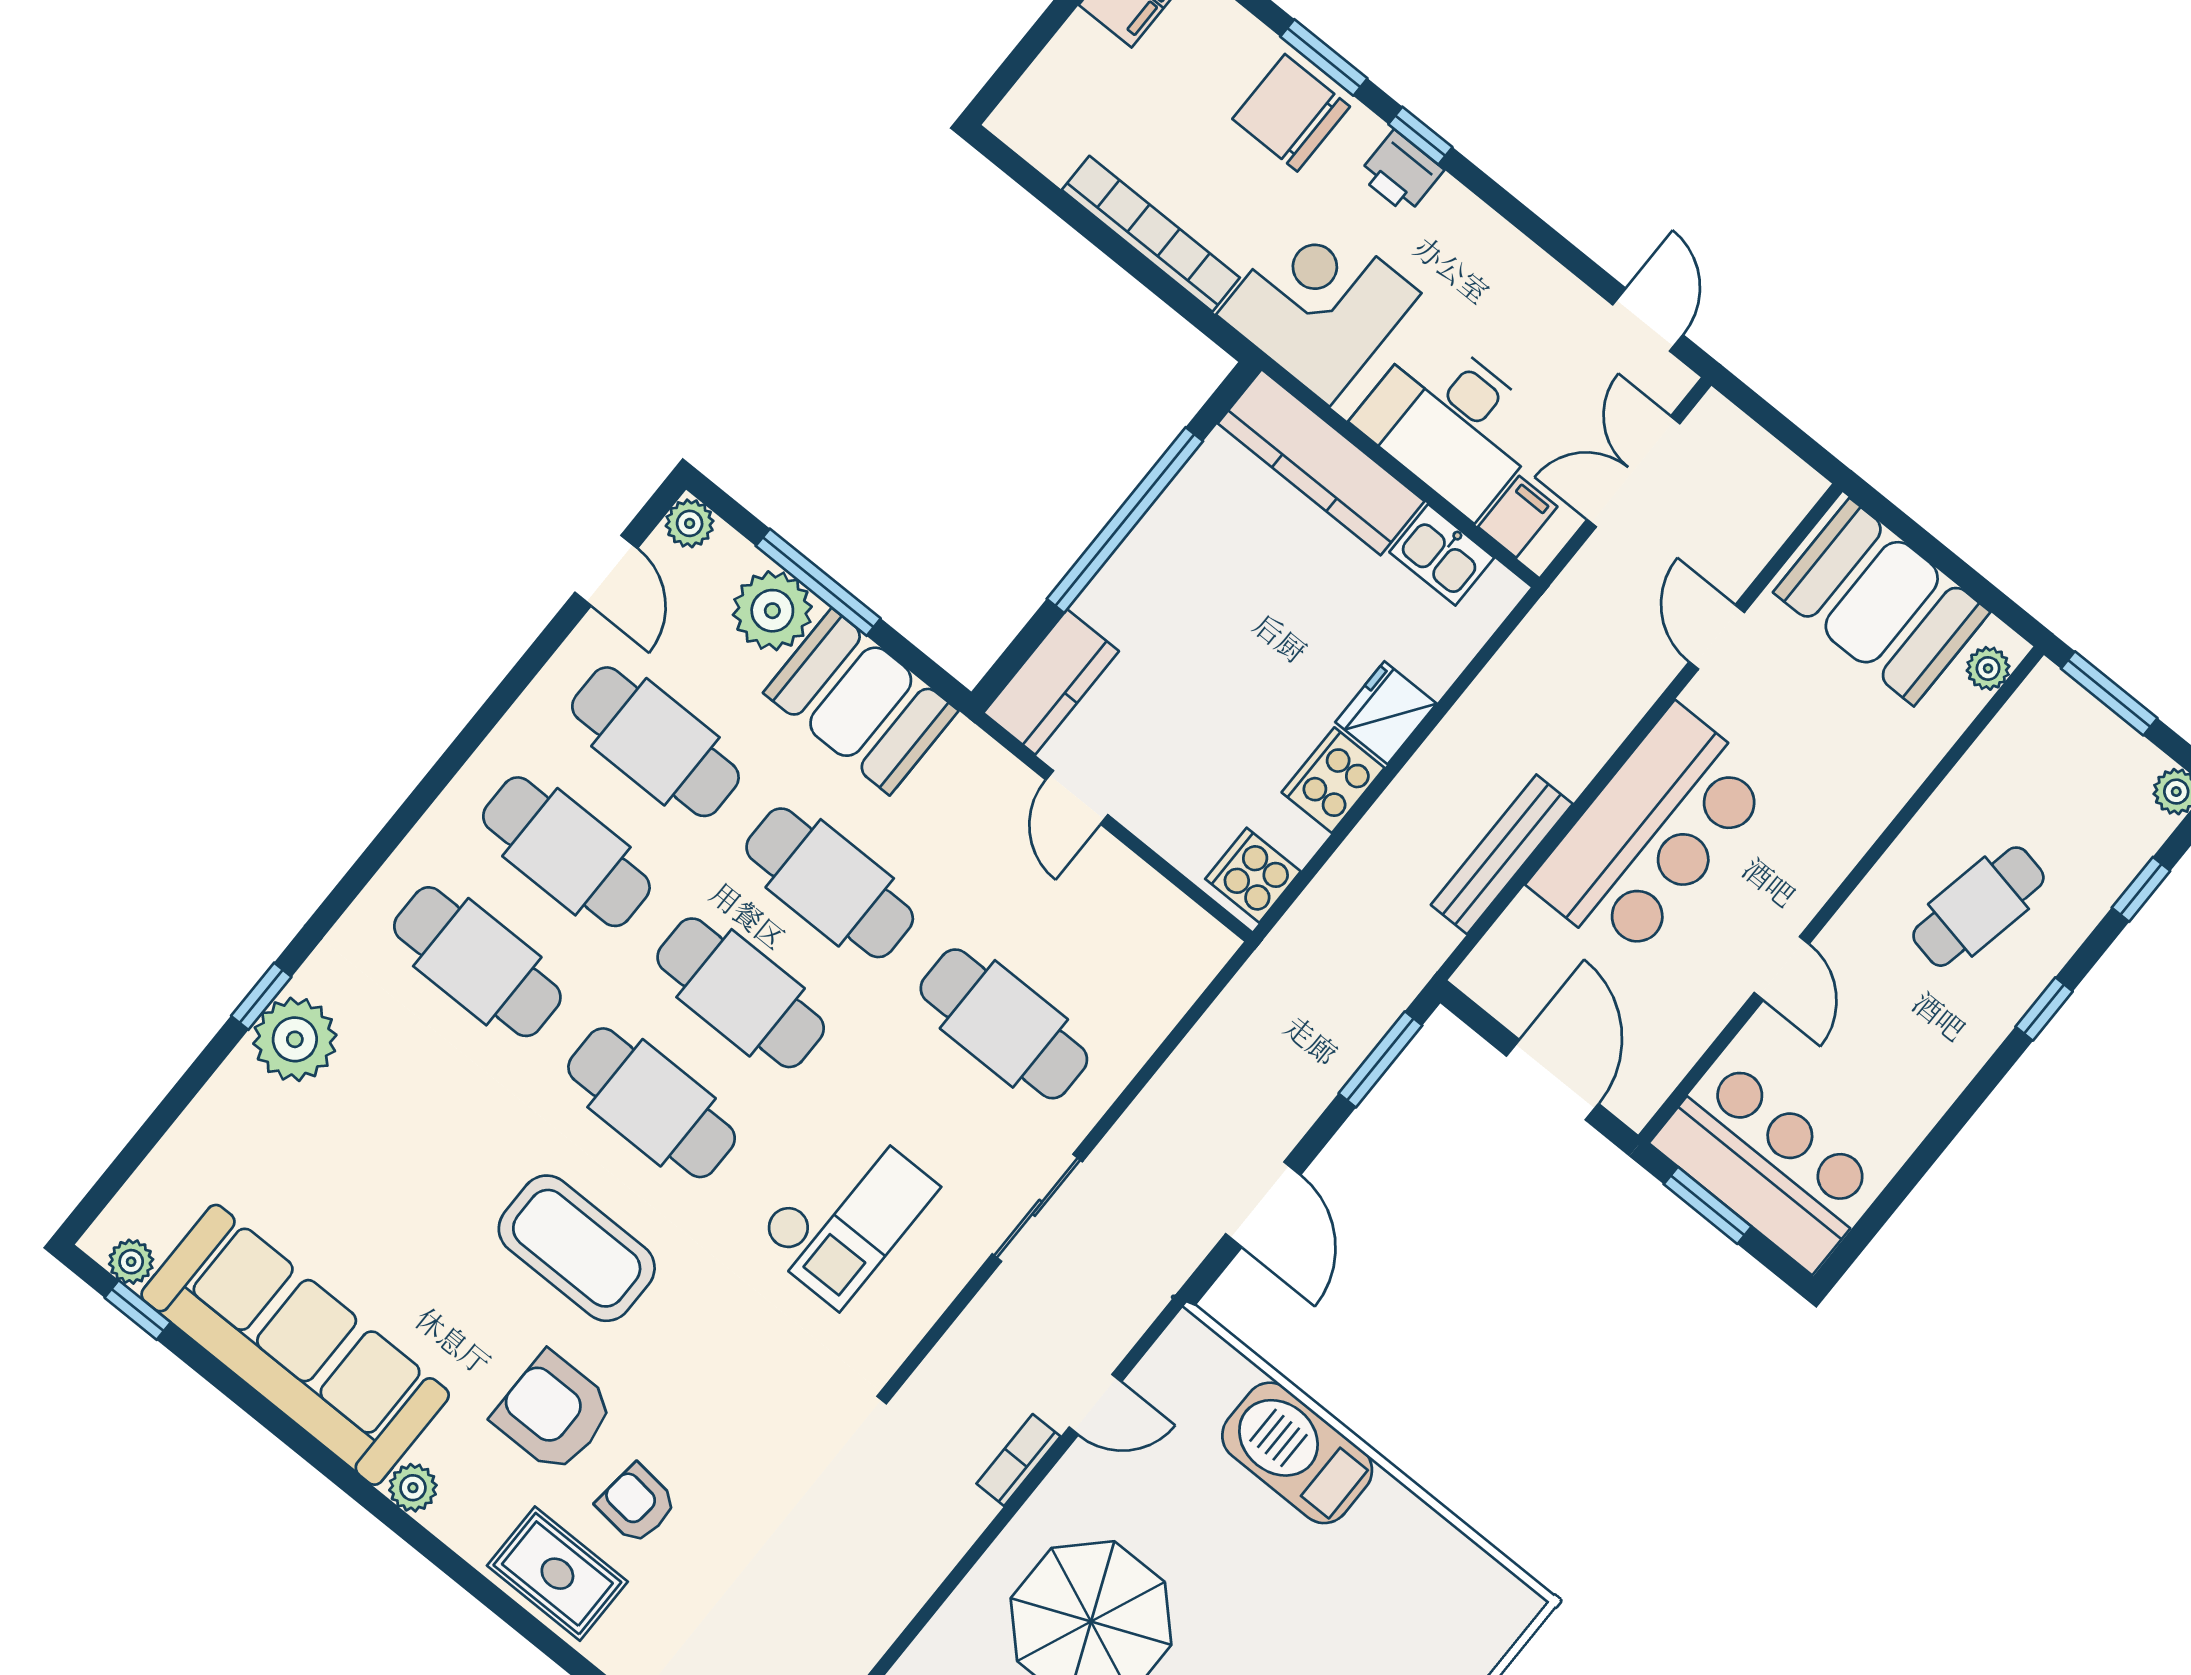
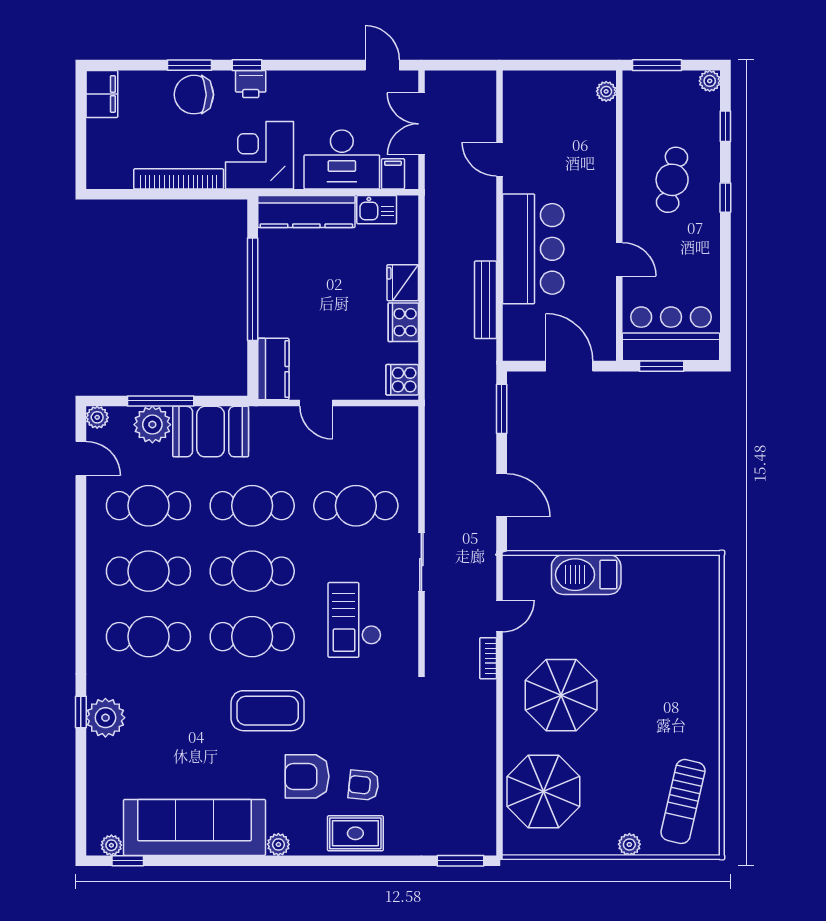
booth: (1882, 602) -> (549, 99), removed
checkout: (846, 1214) -> (355, 620), turned 180

